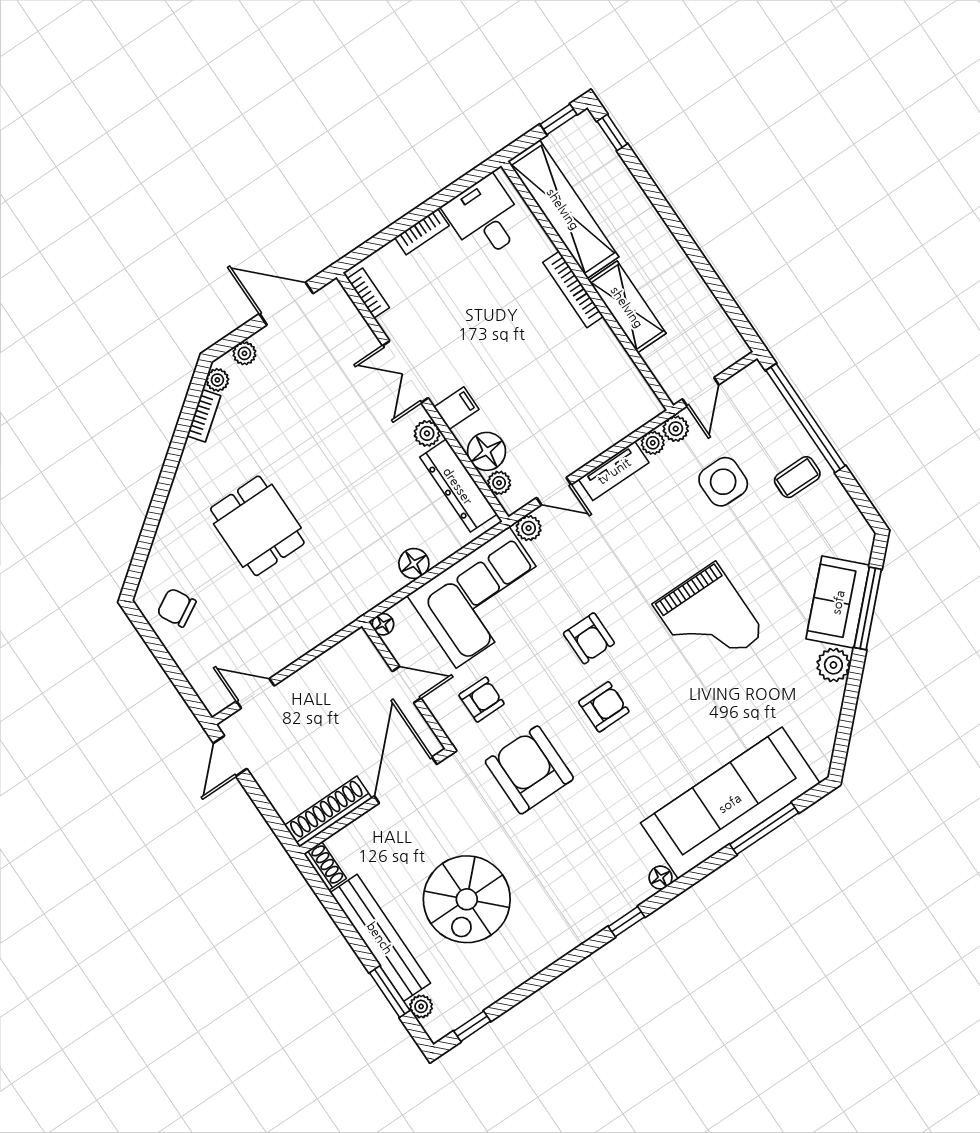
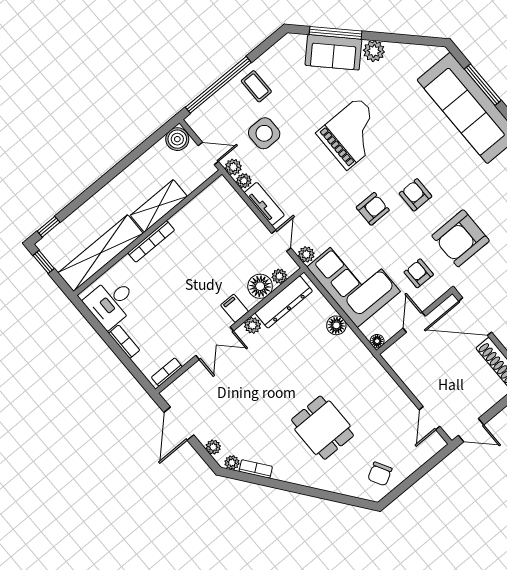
boiler: (728, 346) -> (177, 139), added
dining table: (257, 526) -> (322, 428), turned 90

